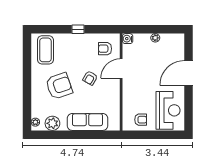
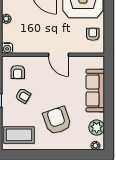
door: (121, 69) -> (58, 55), moved
armchair: (90, 78) -> (23, 96), moved

